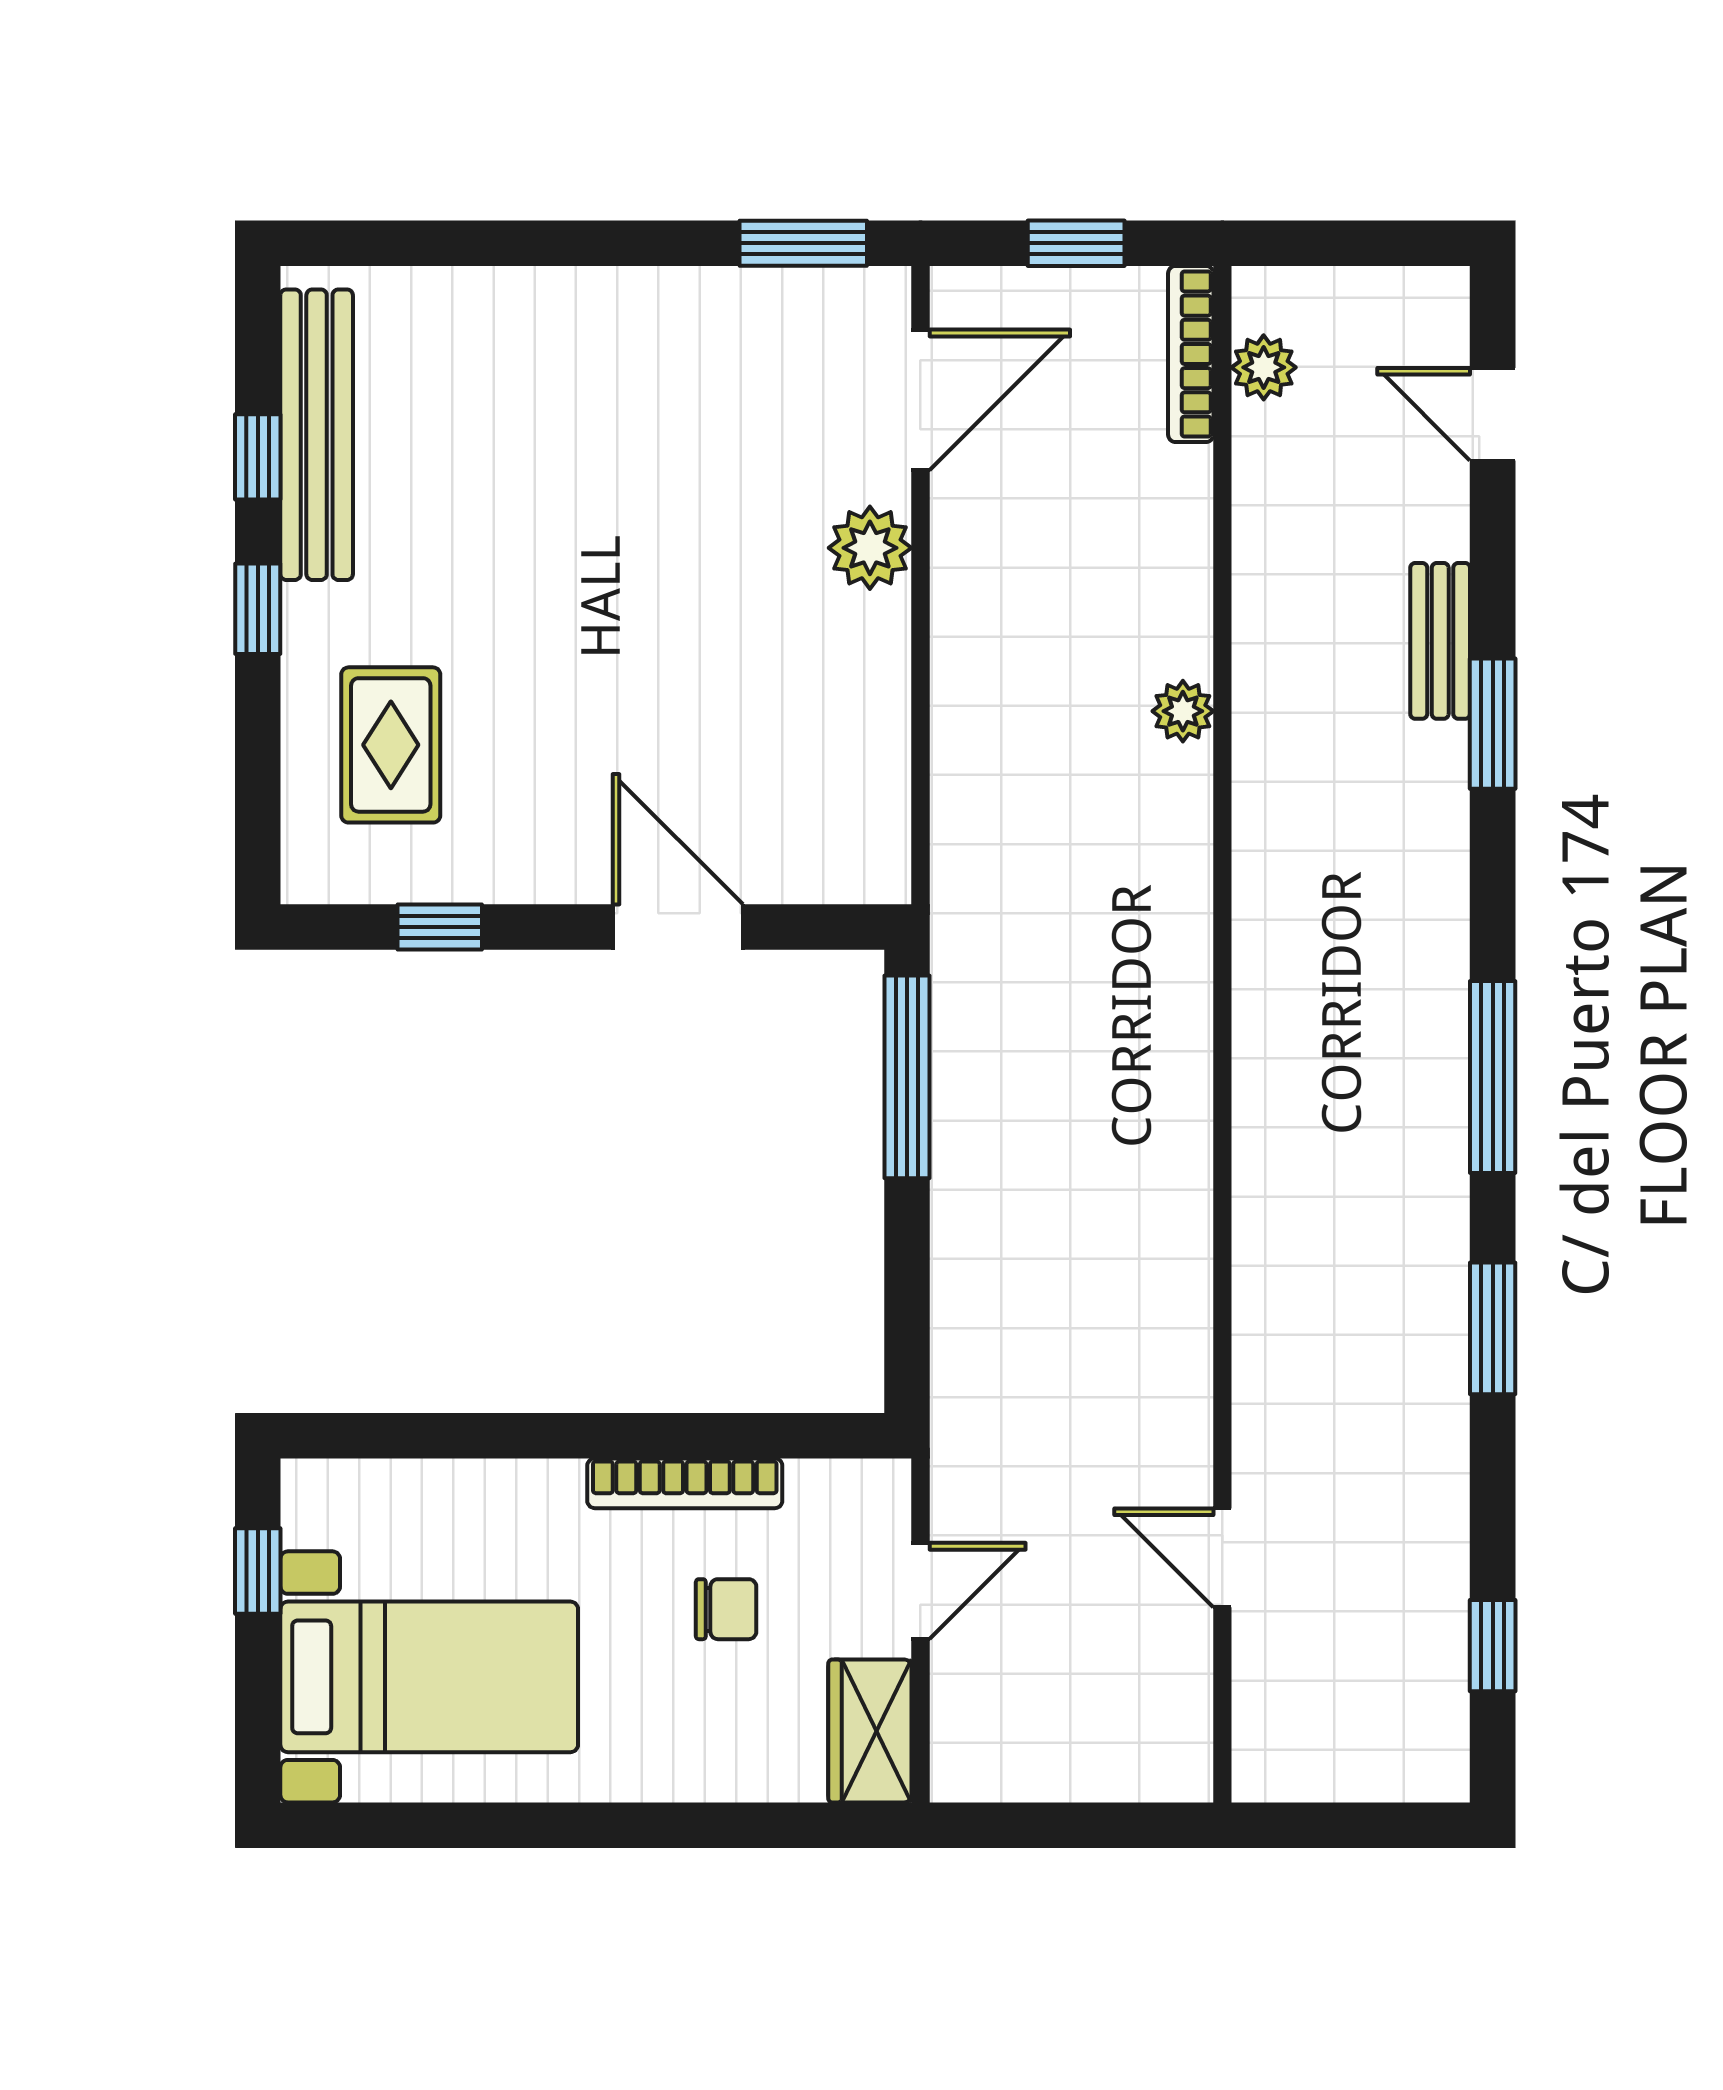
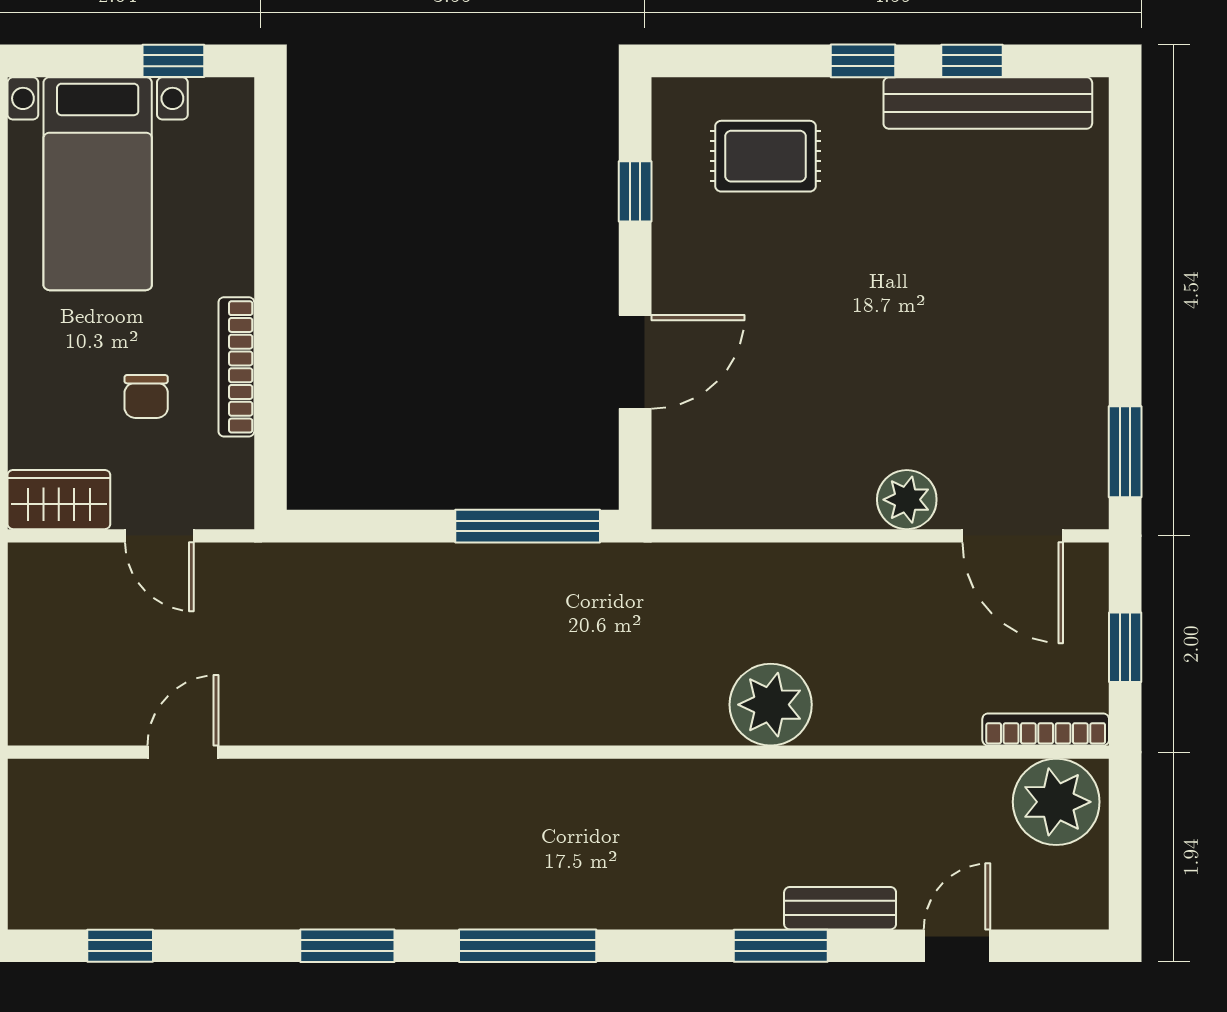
plant: (1264, 367) -> (1056, 802), width x1.88, depth x1.88
door: (1493, 414) -> (957, 946), moved
plant: (1183, 711) -> (771, 705), width x1.87, depth x1.87

